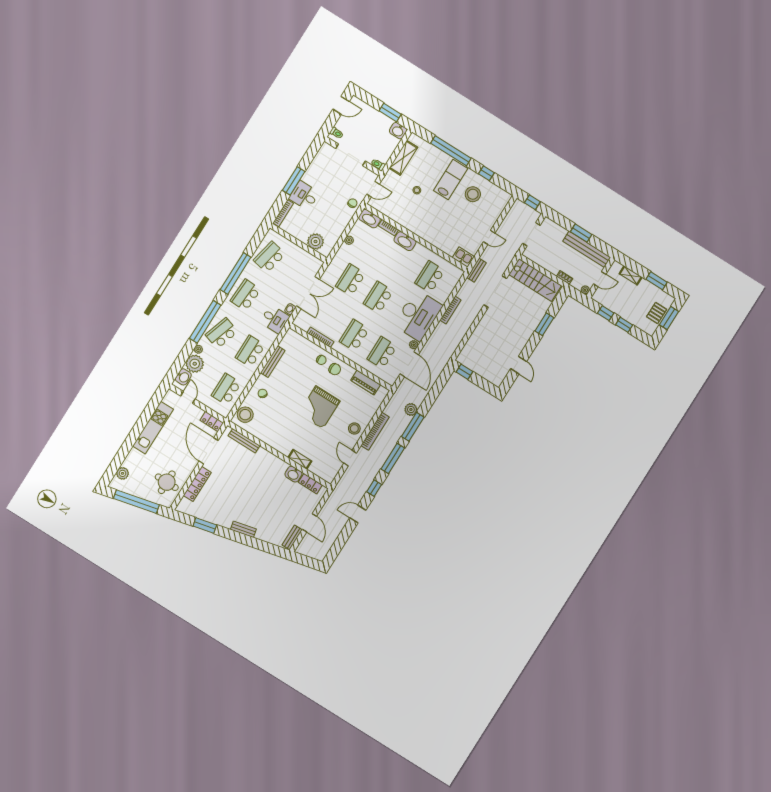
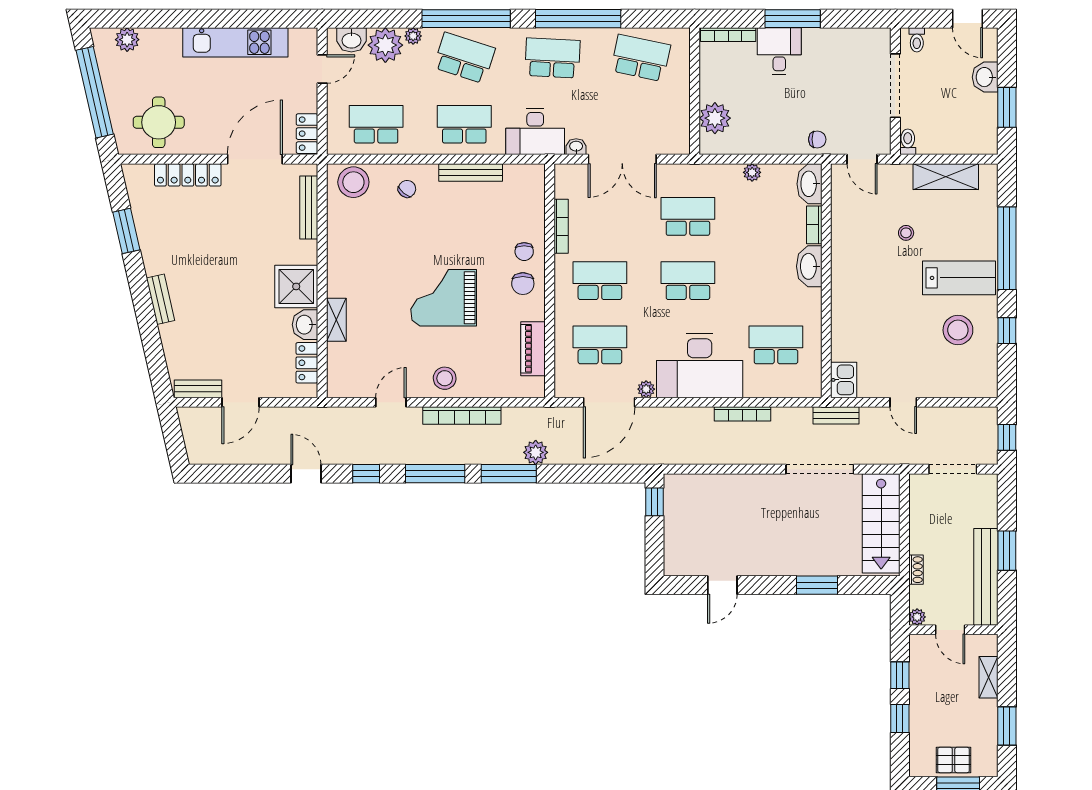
washbasin: (398, 131) -> (985, 77), moved
desk: (275, 319) -> (535, 132), width x1.37
shower: (275, 468) -> (296, 286), added

